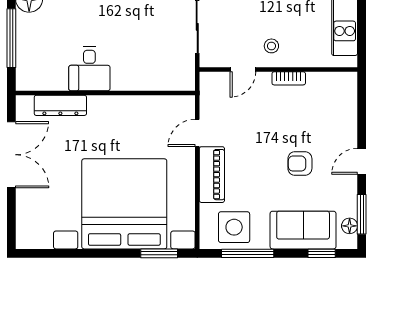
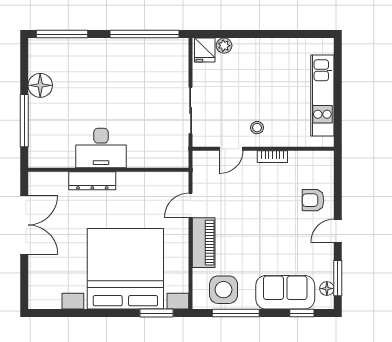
desk: (89, 69) -> (101, 148), width x1.37
dresser: (60, 105) -> (92, 181), moved
armchair: (300, 164) -> (313, 200), moved

